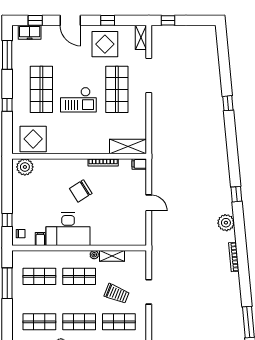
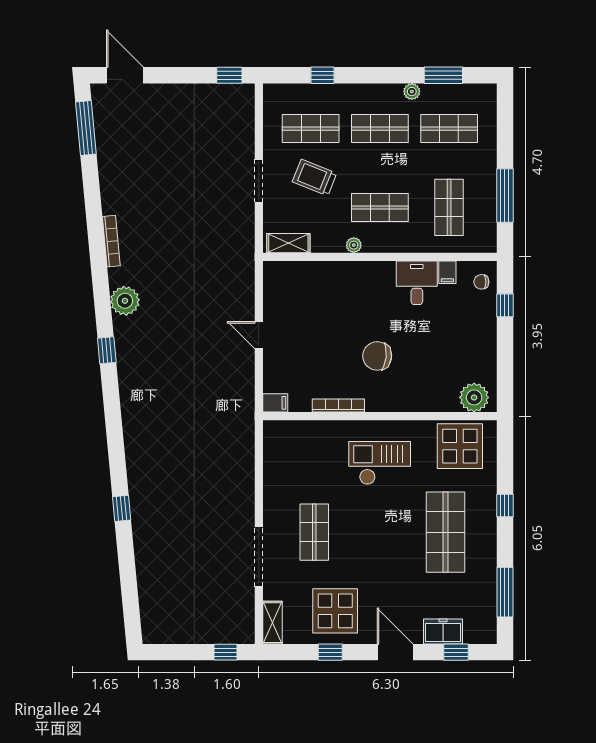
freezer: (30, 32) -> (443, 632), moved
shop shelf: (117, 89) -> (314, 532), width x0.70, depth x0.74
checkout: (78, 100) -> (380, 463), moved
shelving: (128, 147) -> (295, 433), removed
chair: (81, 191) -> (377, 356), turned -142
desk: (68, 229) -> (417, 283), width x0.53, depth x0.77
shelving: (112, 256) -> (288, 243), moved
shop shelf: (39, 276) -> (449, 207), turned 90

